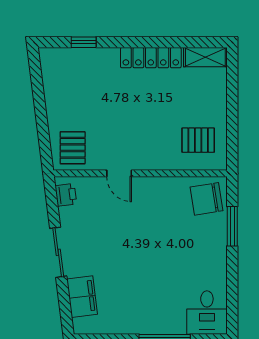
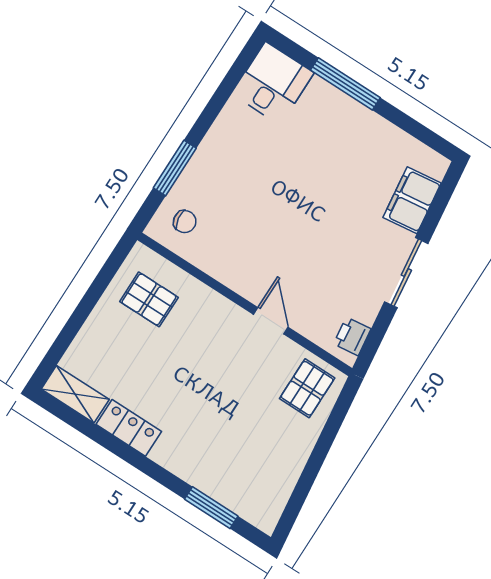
window: (84, 42) -> (211, 508), width x1.50
locker: (151, 58) -> (129, 428), width x0.66
chair: (206, 199) -> (185, 222), width x0.54, depth x0.54

